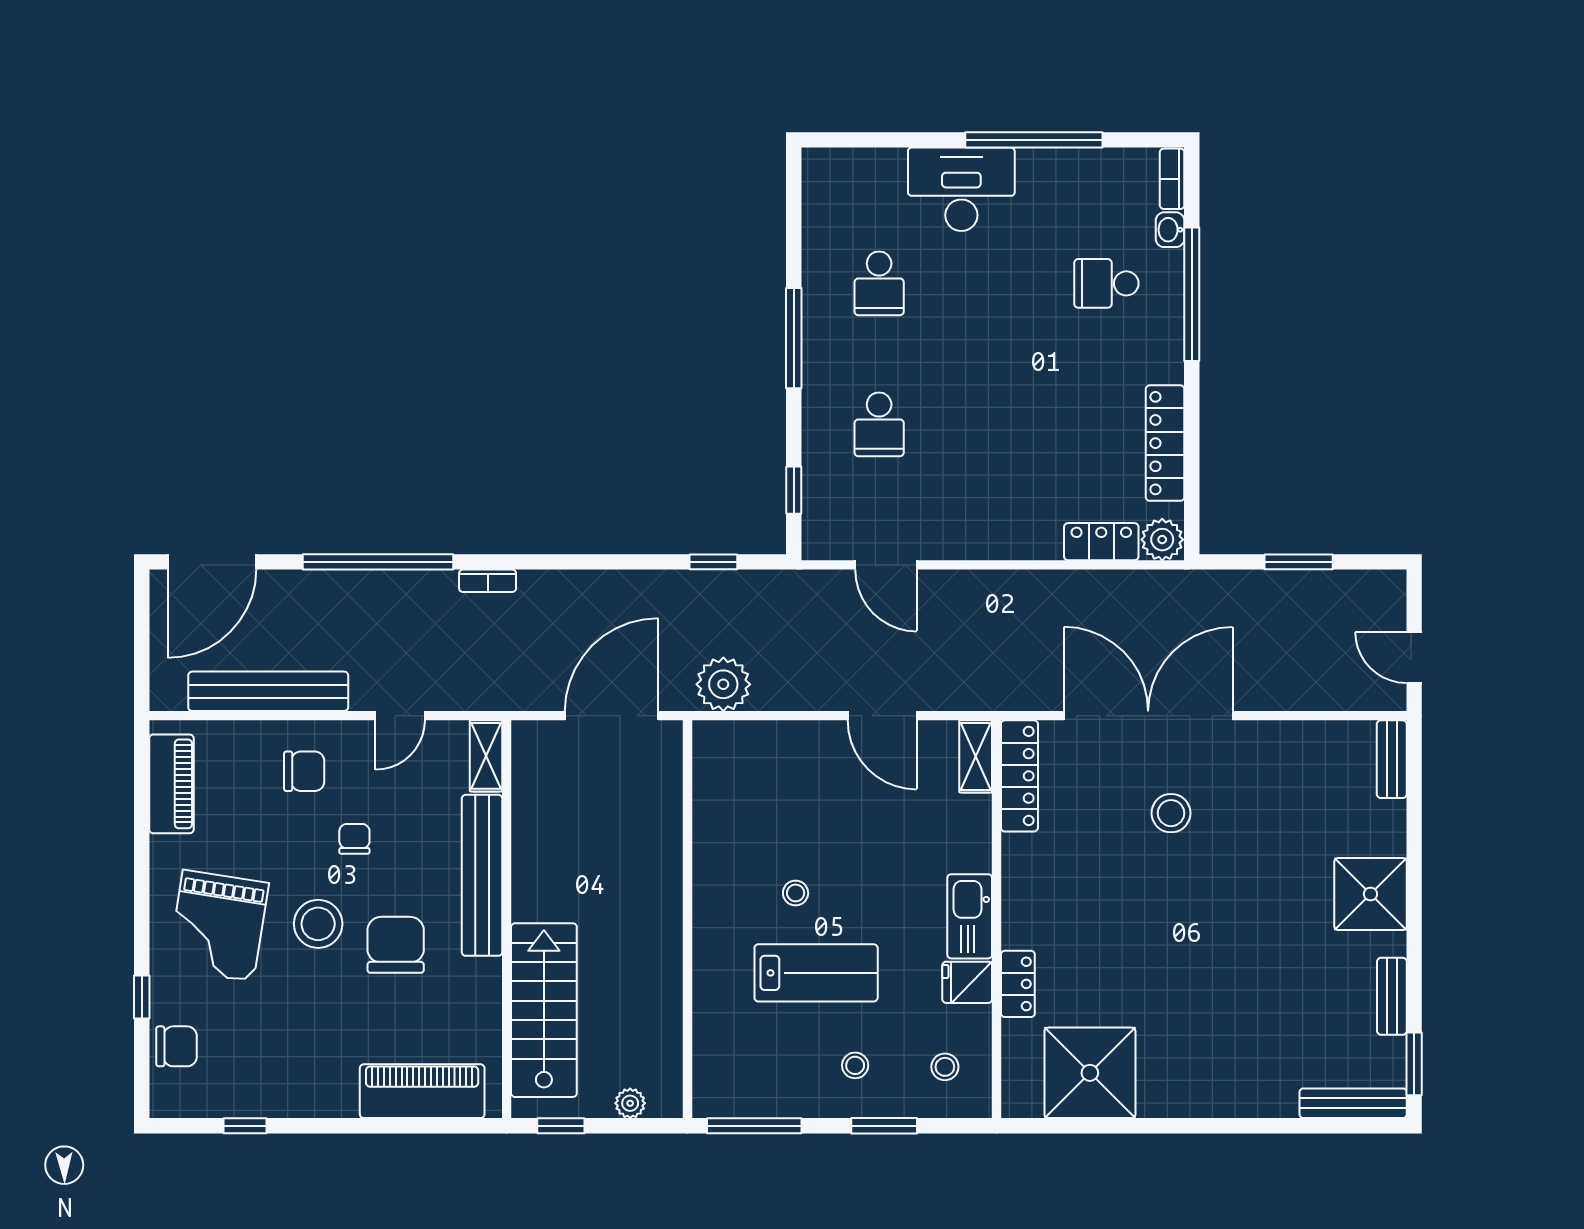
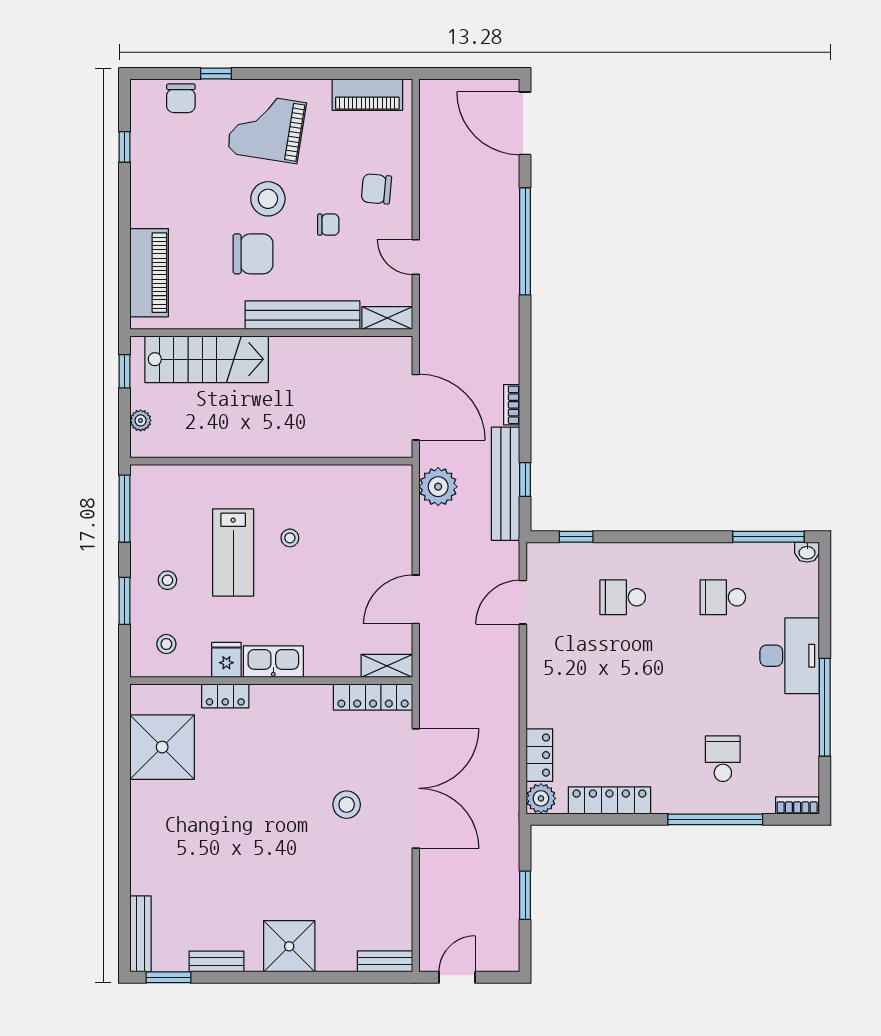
washbasin: (1170, 230) -> (807, 552), moved, turned 180
window: (794, 338) -> (768, 537), moved
bookcase: (488, 581) -> (512, 405), moved
bench: (268, 691) -> (506, 484), moved
chair: (304, 771) -> (376, 189), turned 95

